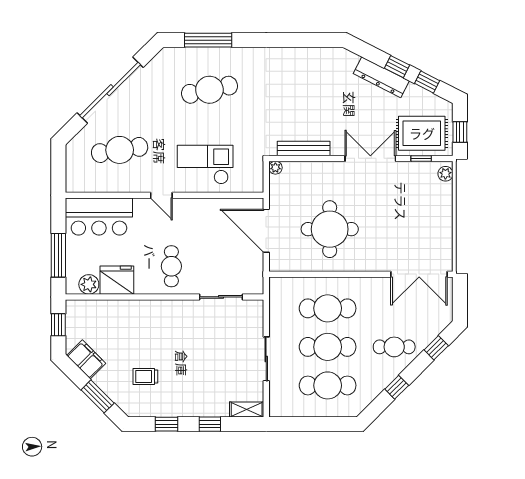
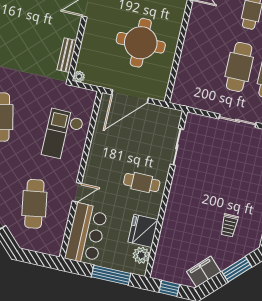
bench: (304, 148) -> (67, 55), width x0.73
door: (161, 195) -> (77, 192), moved
cafe table: (328, 308) -> (207, 60), removed

